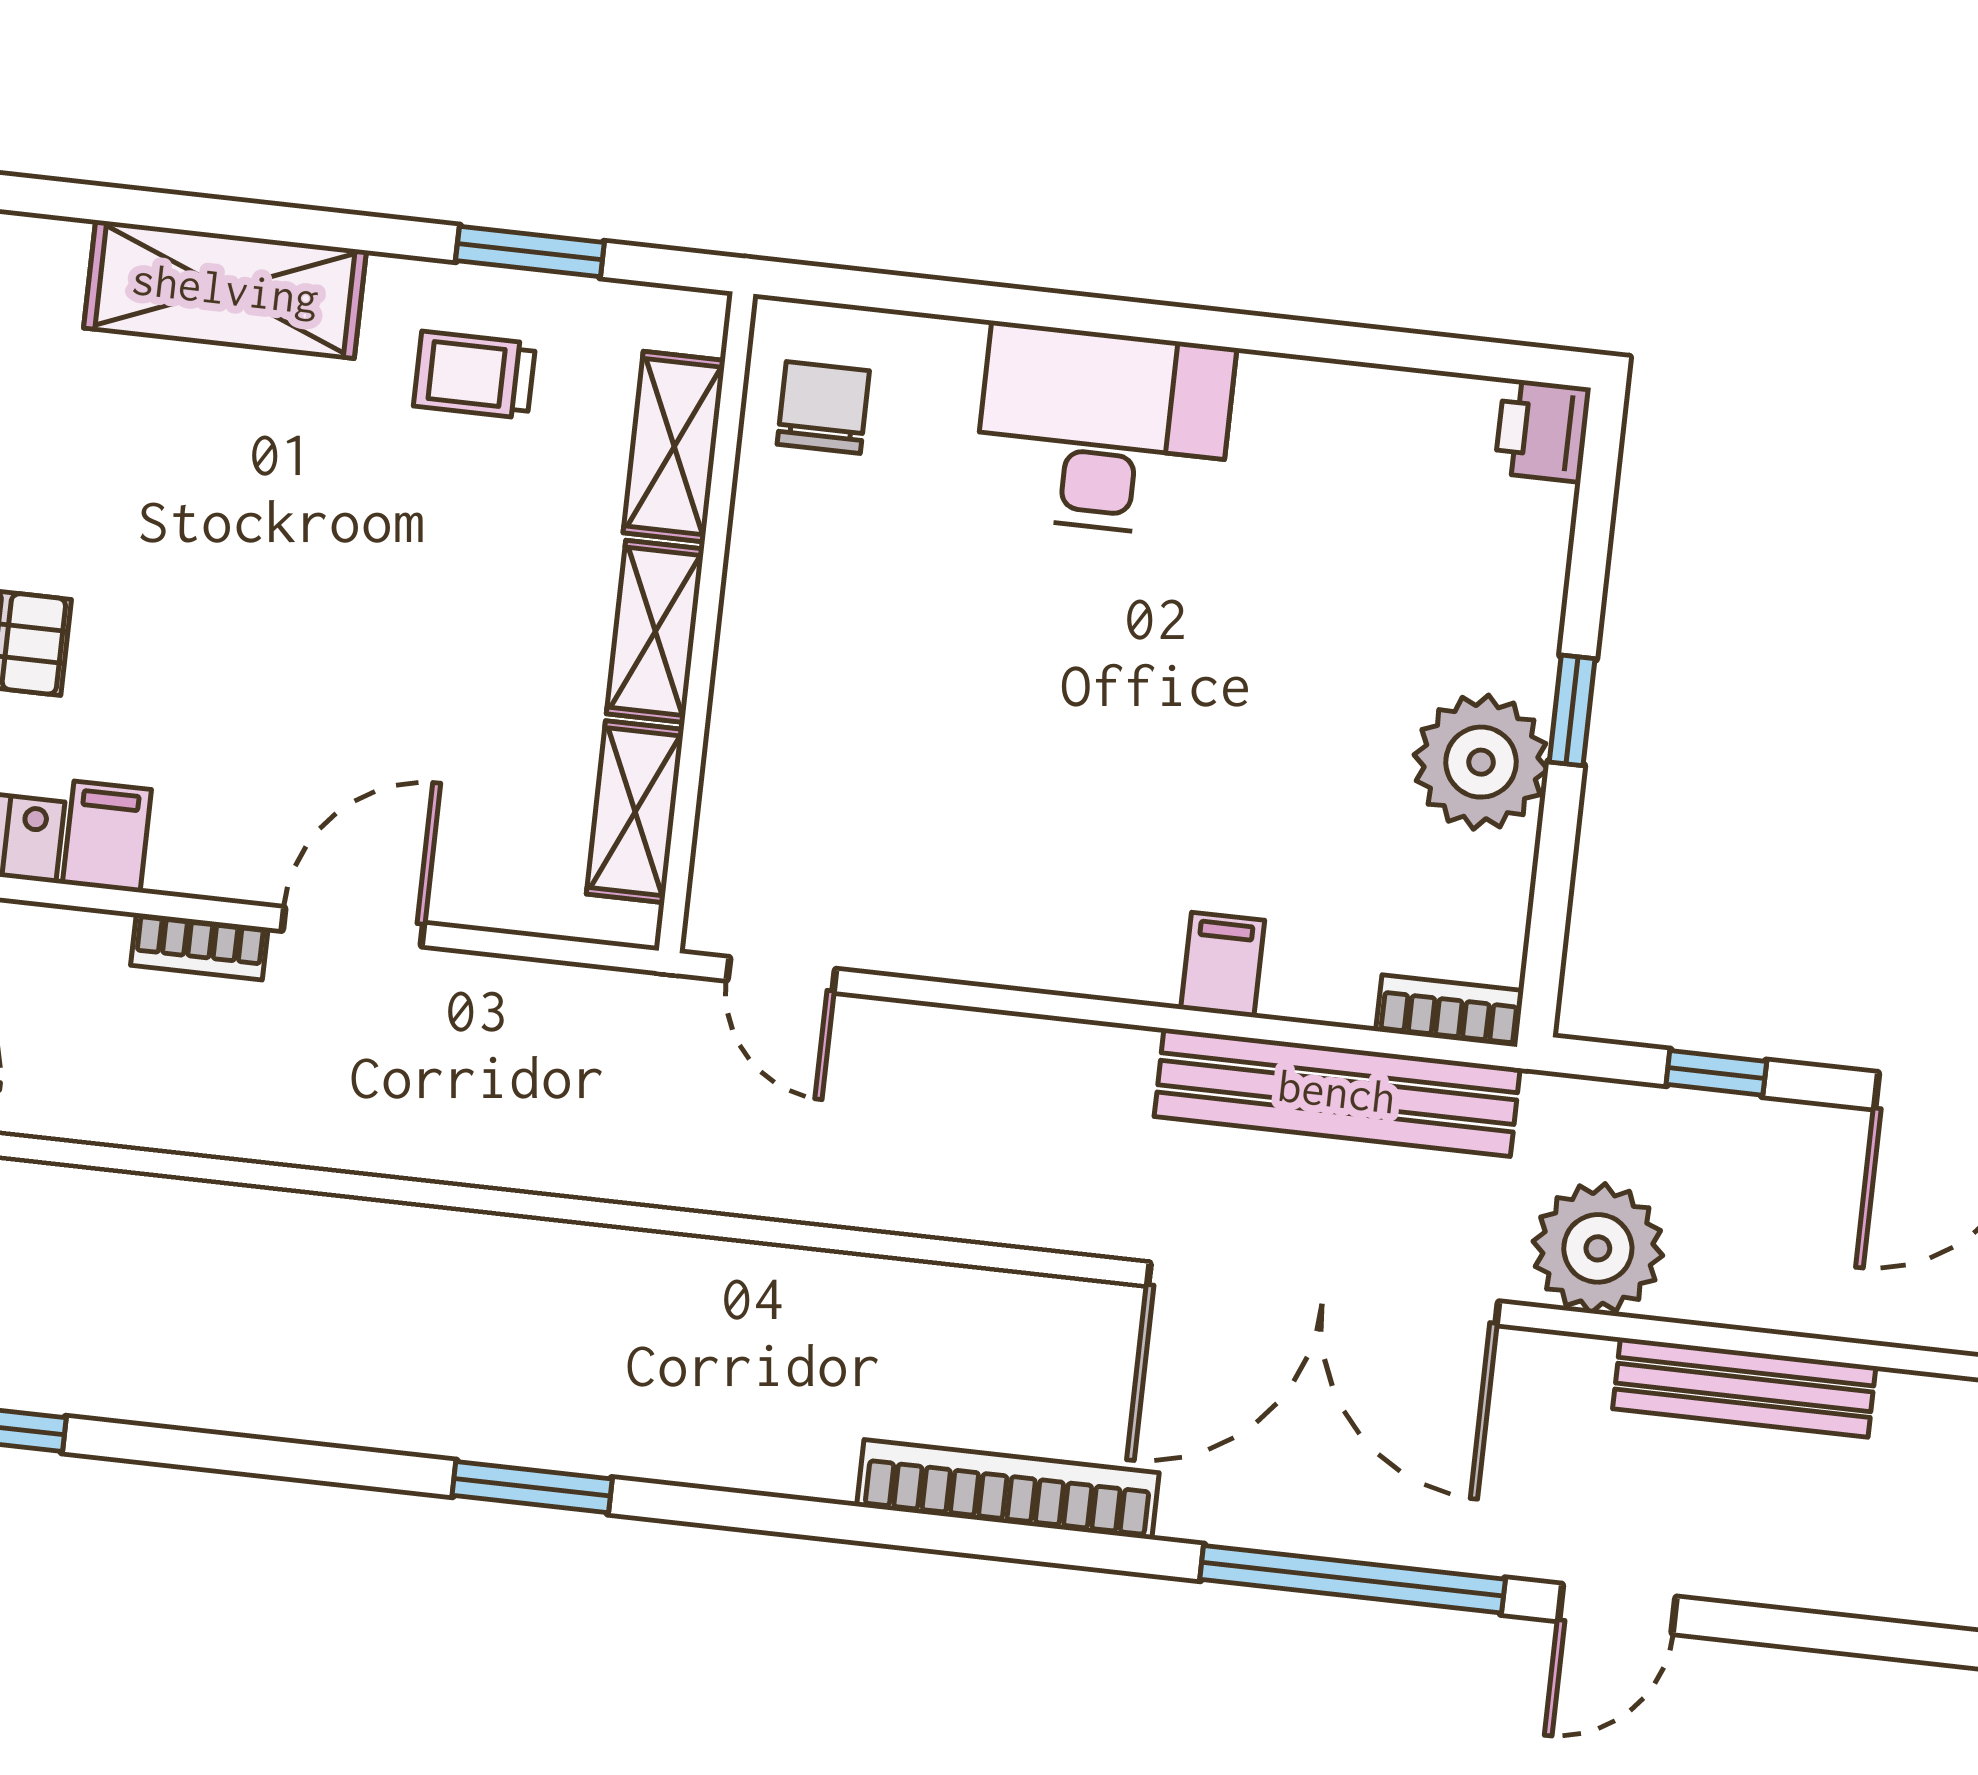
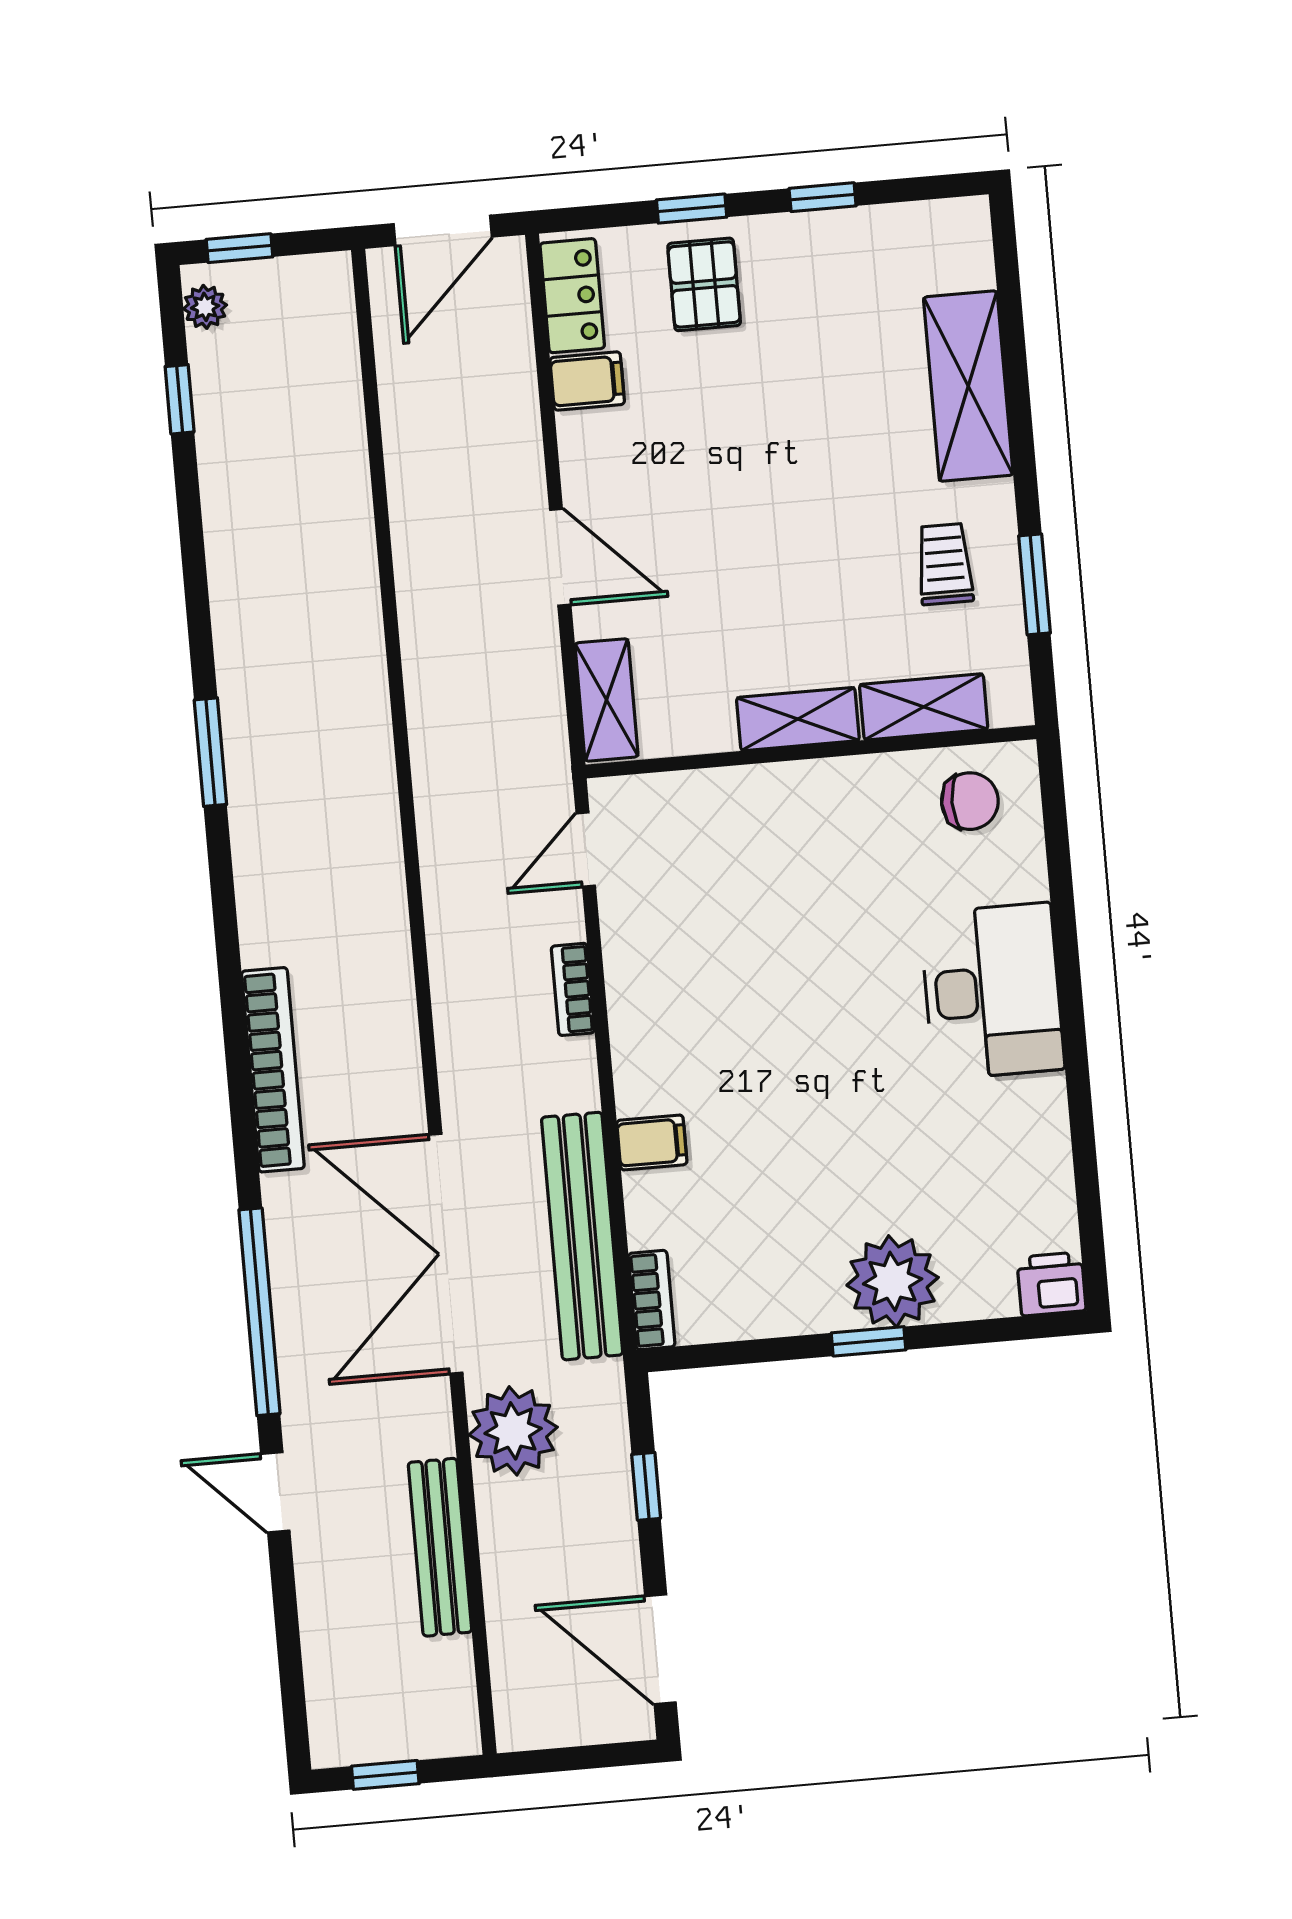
plant: (1481, 762) -> (893, 1281), moved
shelving: (635, 812) -> (606, 700), moved, turned 90
bookcase: (199, 947) -> (573, 989), moved

